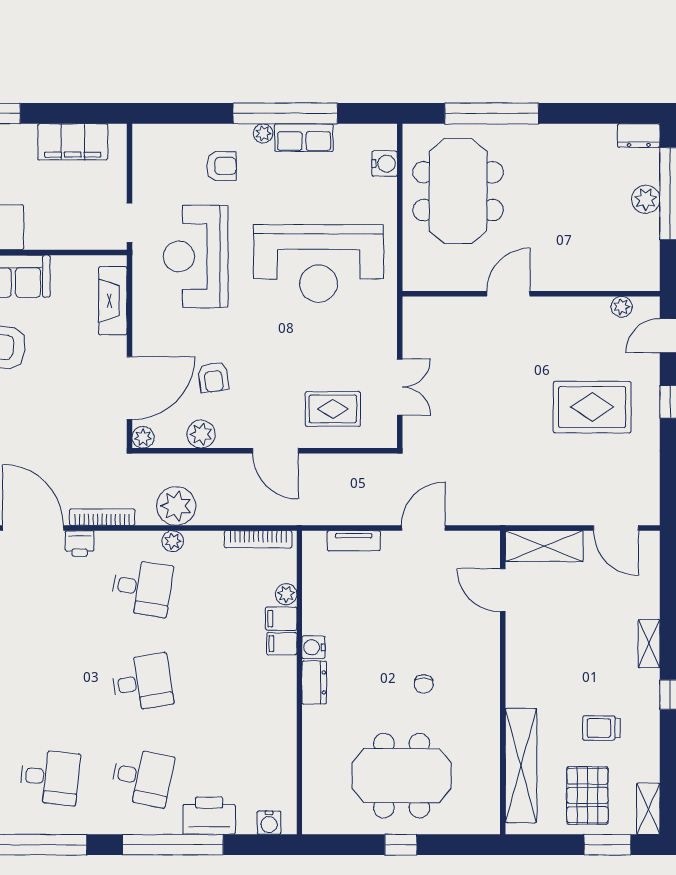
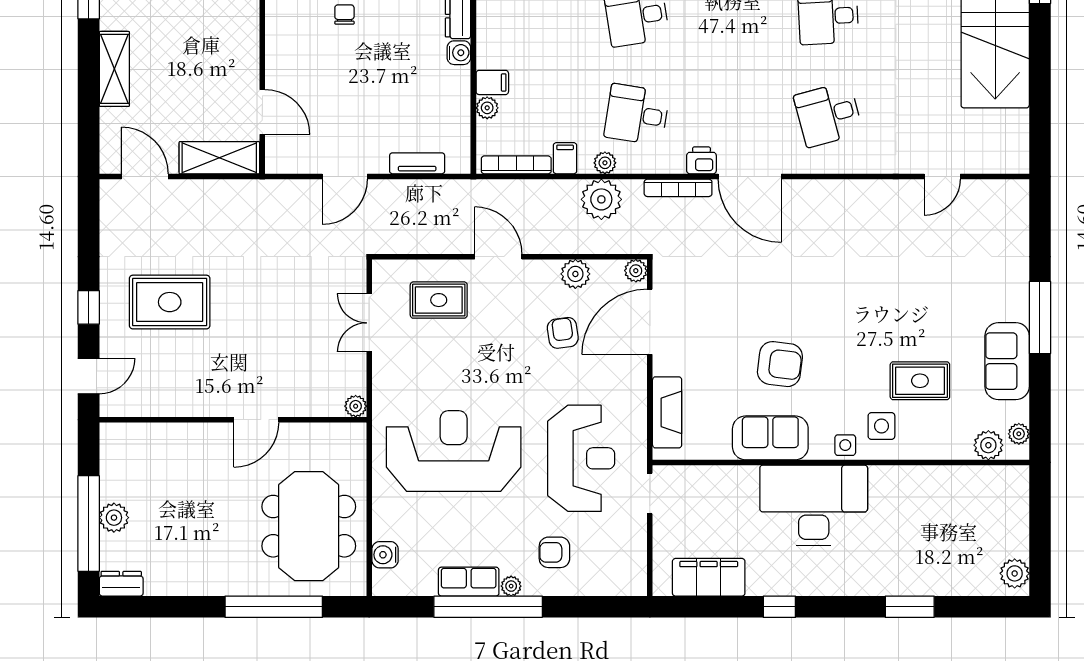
plant: (622, 307) -> (356, 406), moved
filing cabinet: (282, 644) -> (565, 158), moved, turned -90
shelving: (649, 644) -> (114, 69), width x1.50, depth x1.33

